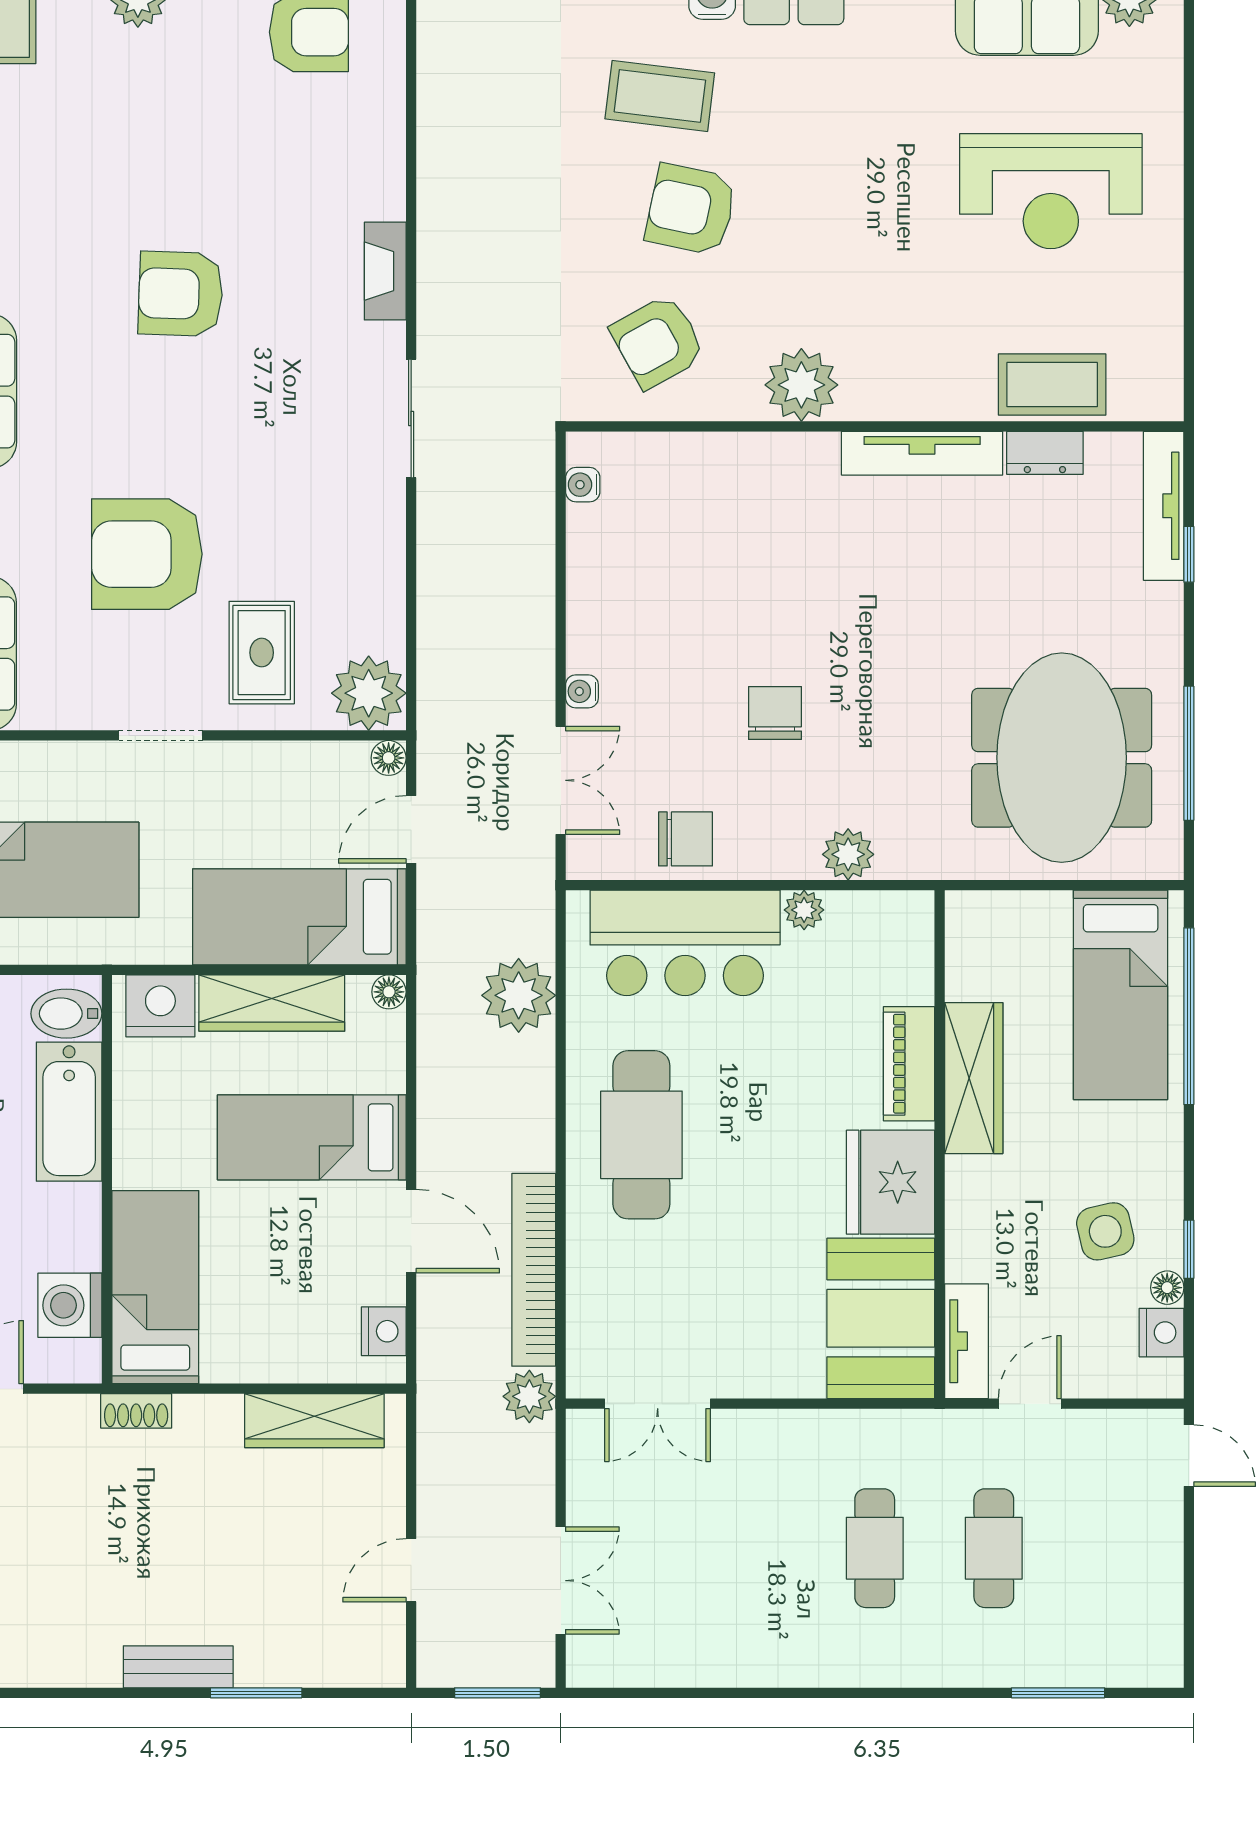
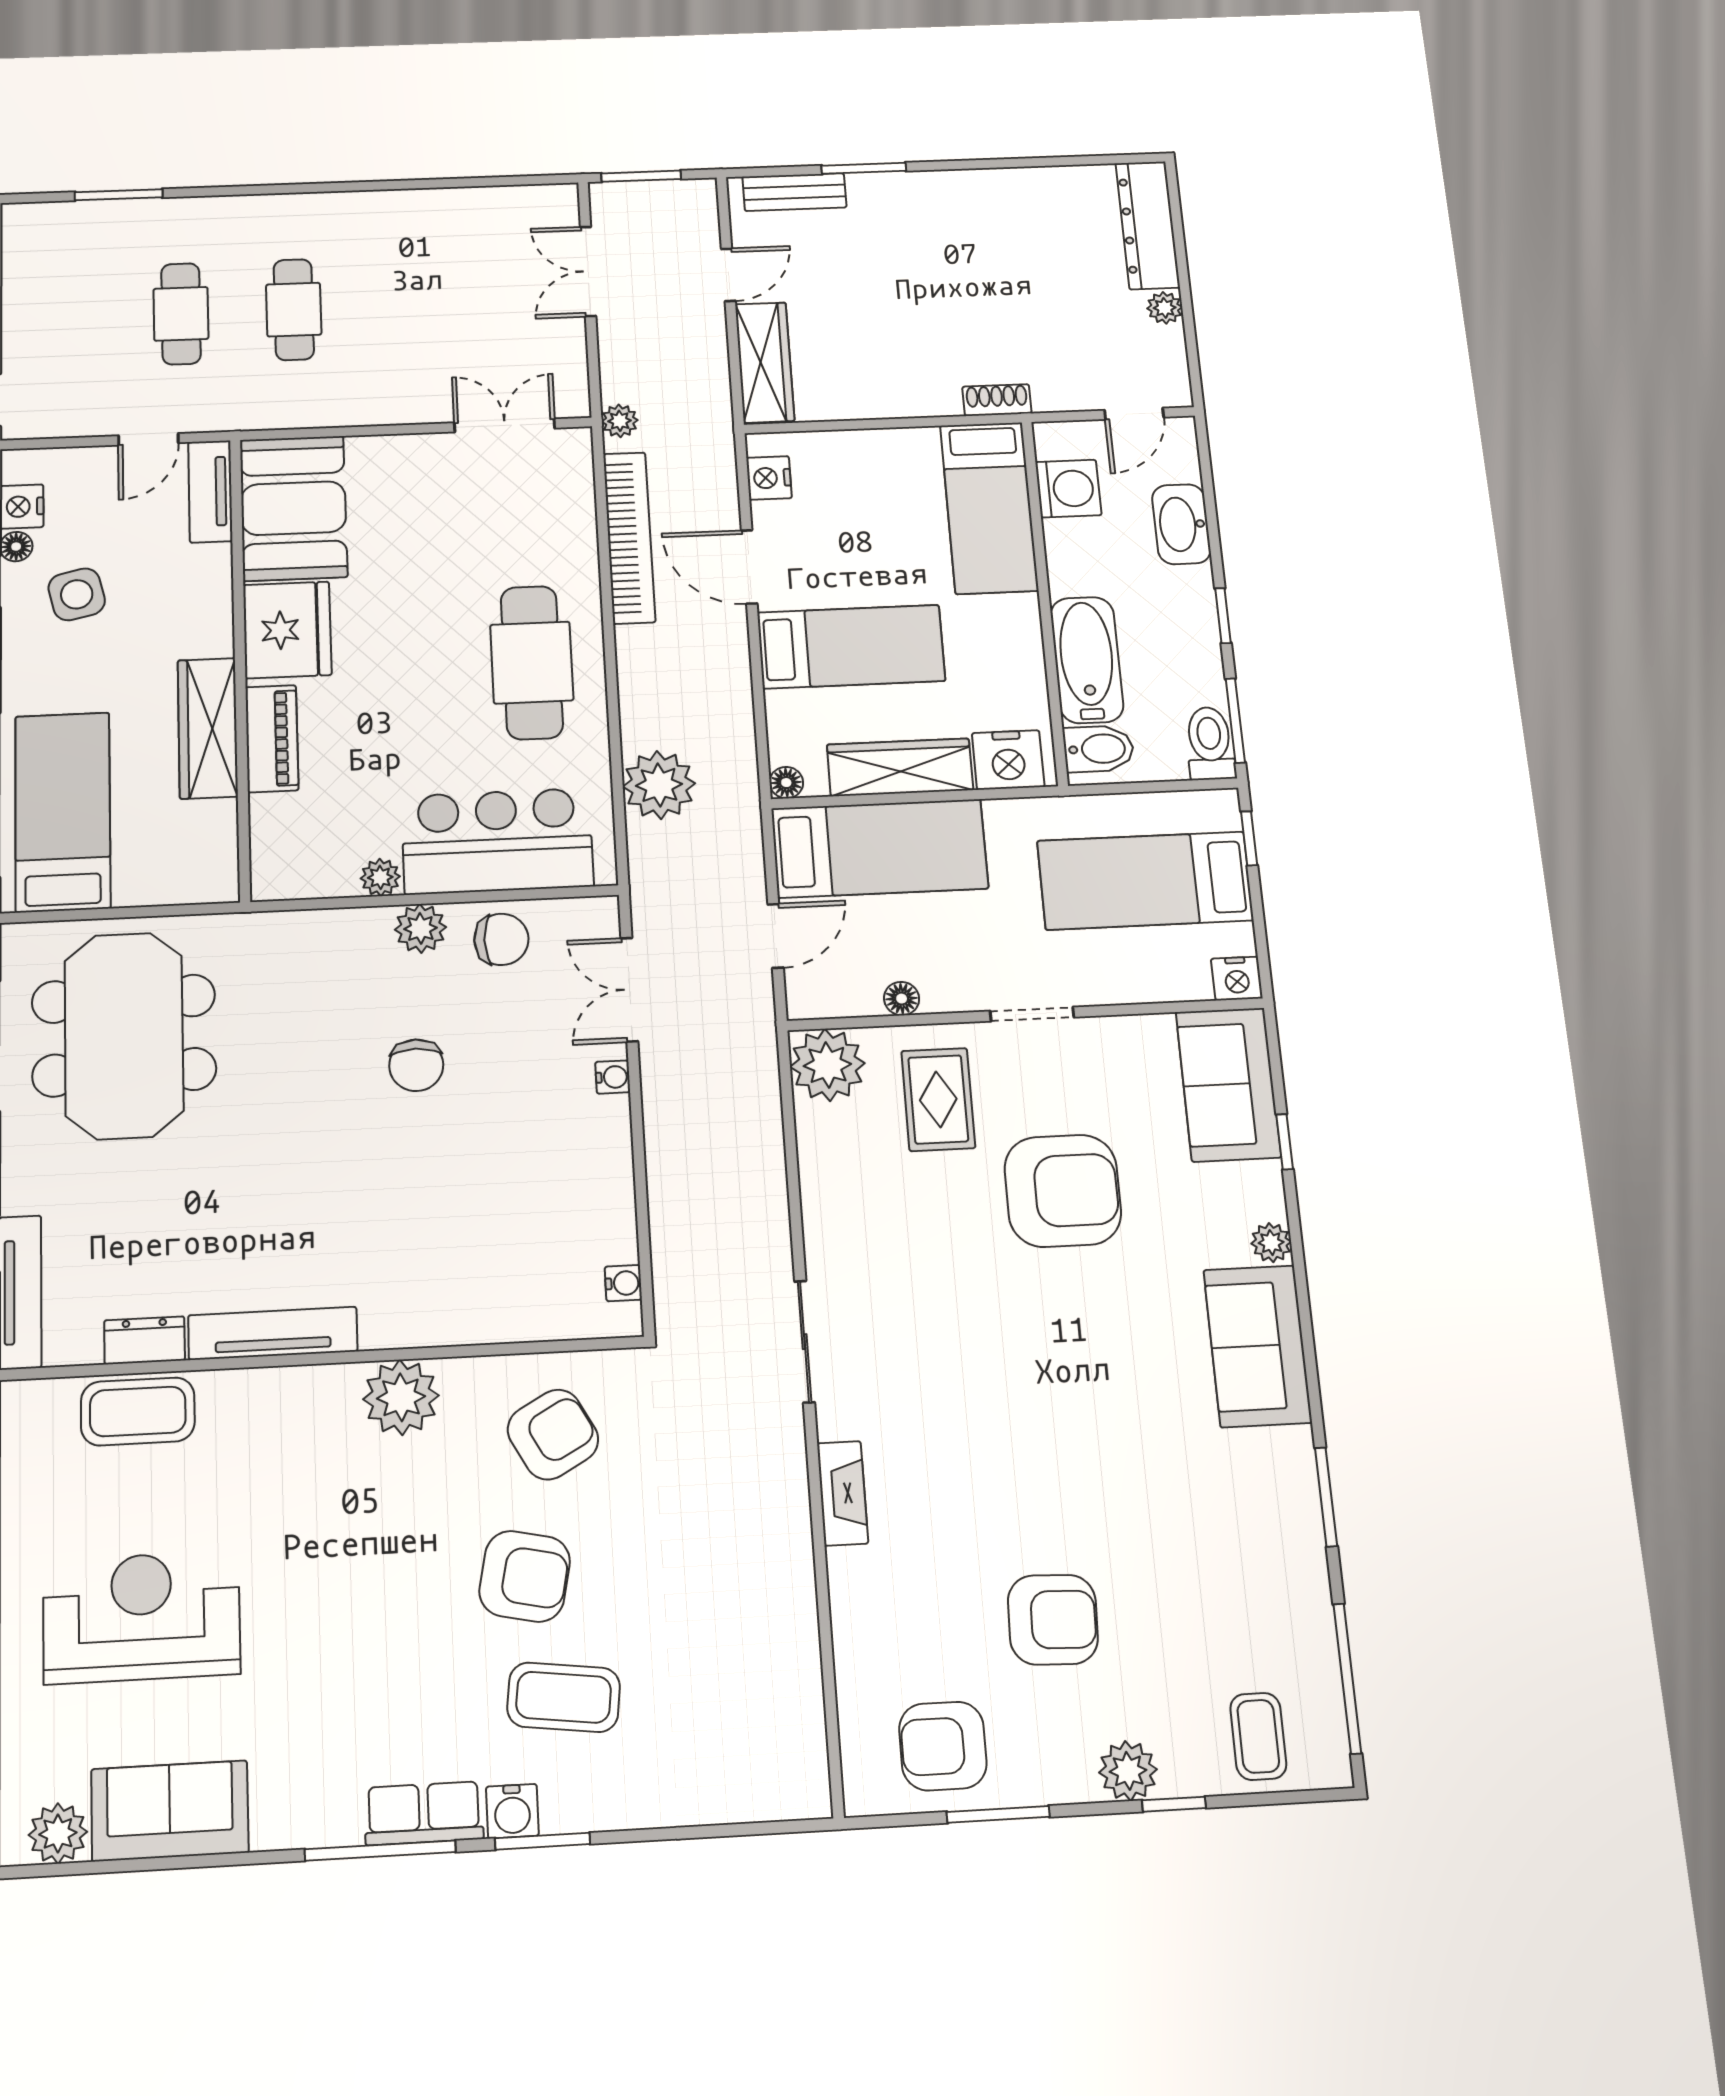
armchair: (181, 294) -> (1053, 1620), moved
floor lamp: (389, 758) -> (902, 999), moved
chair: (686, 839) -> (501, 939), turned 180
plant: (848, 854) -> (421, 928), moved
plant: (529, 1396) -> (620, 421), width x0.73, depth x0.73
wardrobe: (314, 1421) -> (765, 362), moved, turned 90
bench: (178, 1667) -> (794, 192), moved

